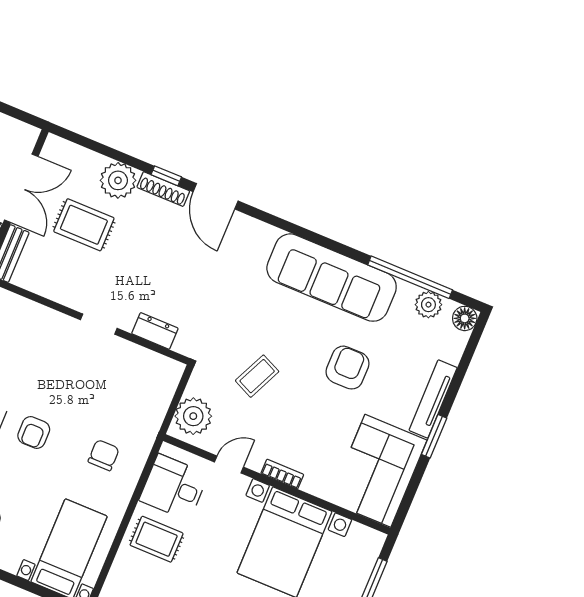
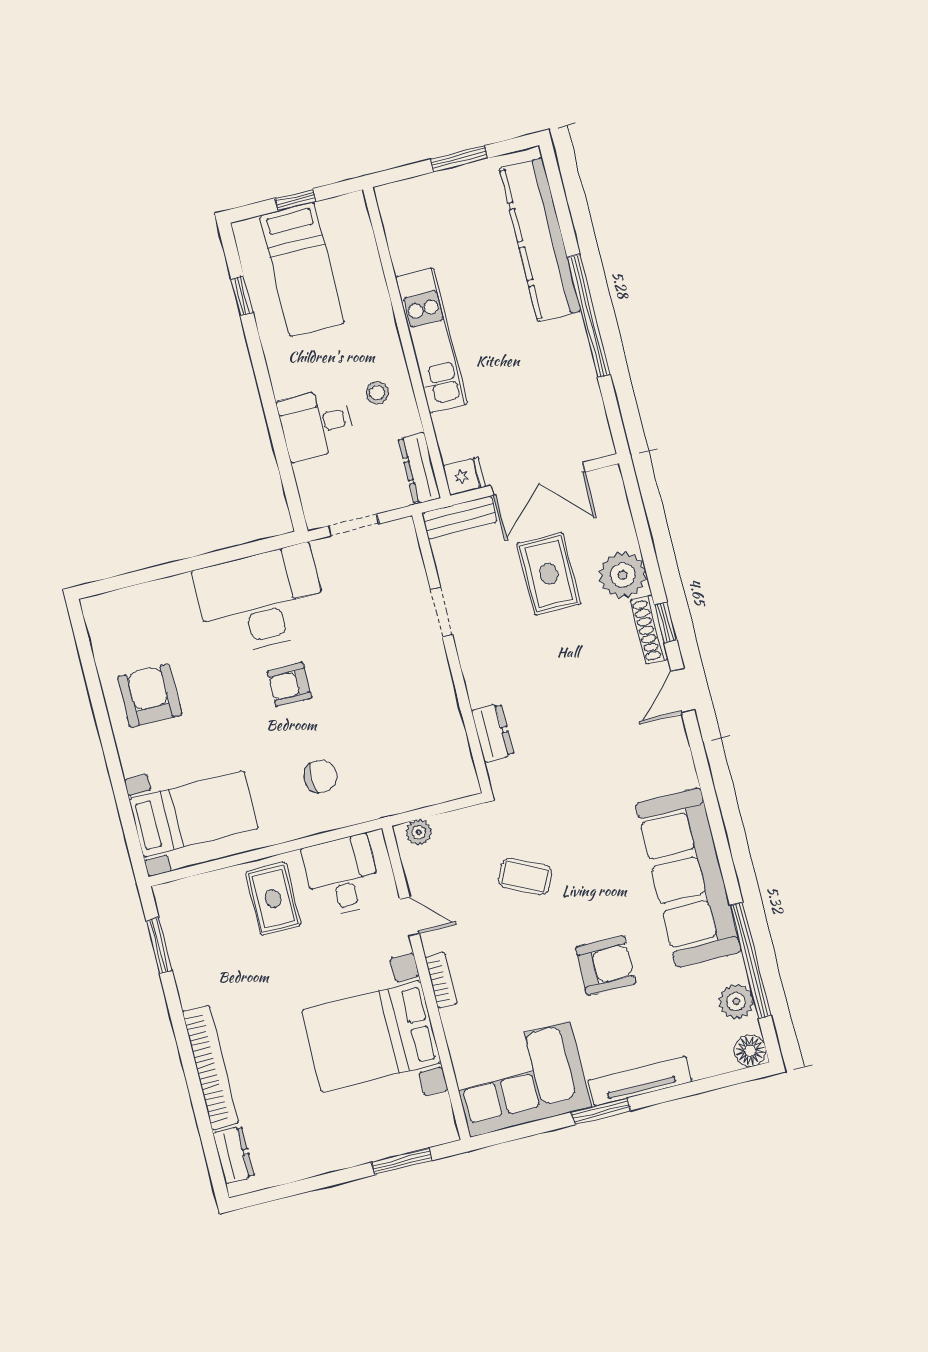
door: (216, 196) -> (683, 691), width x0.73
doorway: (99, 324) -> (441, 612), moved
plant: (193, 416) -> (419, 832), width x0.53, depth x0.53

